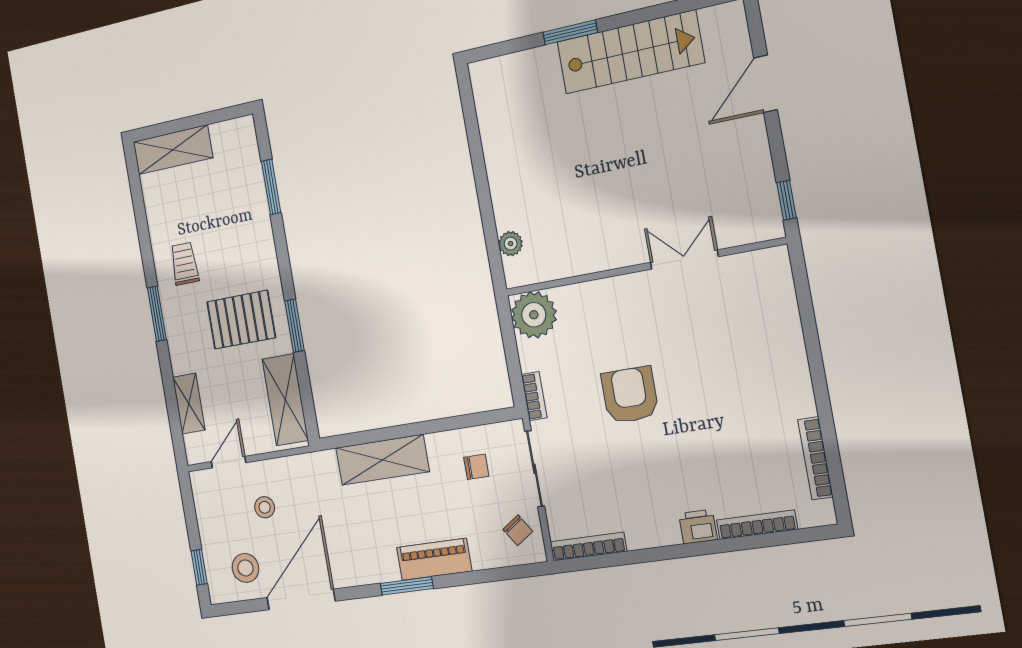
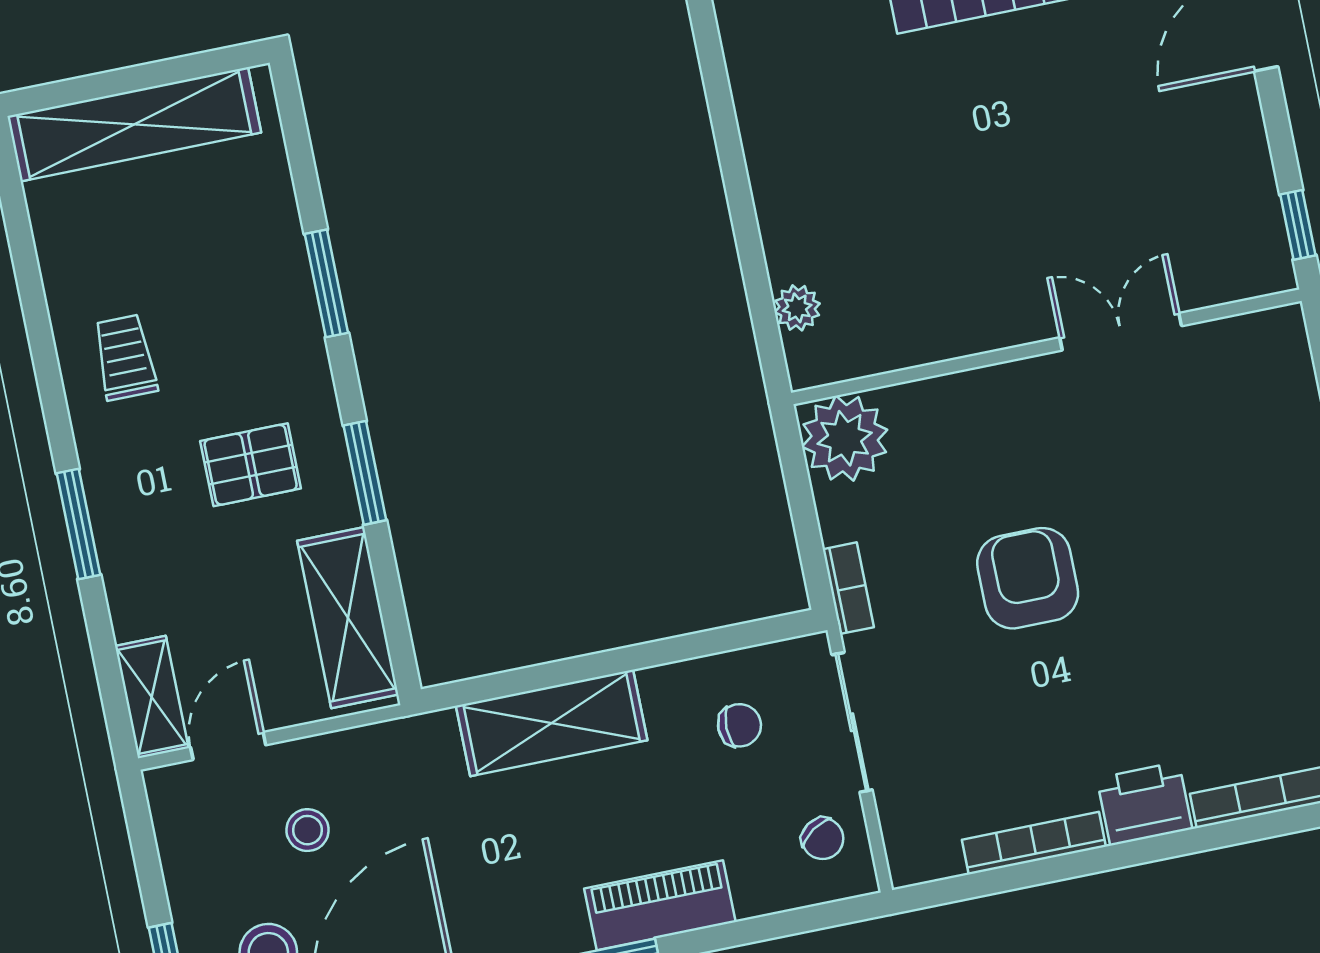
shelving: (173, 150) -> (134, 124), width x1.47
window: (271, 187) -> (326, 283), moved
window: (157, 314) -> (79, 524), moved
pallet: (241, 320) -> (251, 465), width x0.67, depth x0.71
shelving: (189, 404) -> (152, 697), moved
printer: (698, 527) -> (1144, 804), width x1.36, depth x1.24
bookcase: (588, 547) -> (1034, 843), moved

